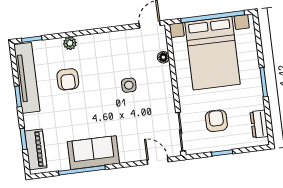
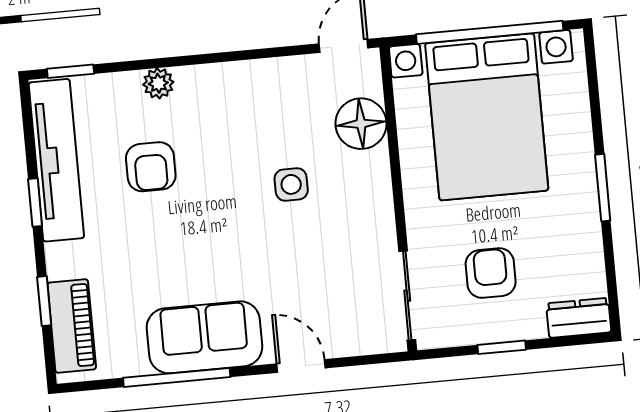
floor lamp: (163, 57) -> (361, 124), width x1.89, depth x1.89
dresser: (259, 124) -> (579, 318), moved, turned 90
door: (158, 161) -> (301, 366), moved

